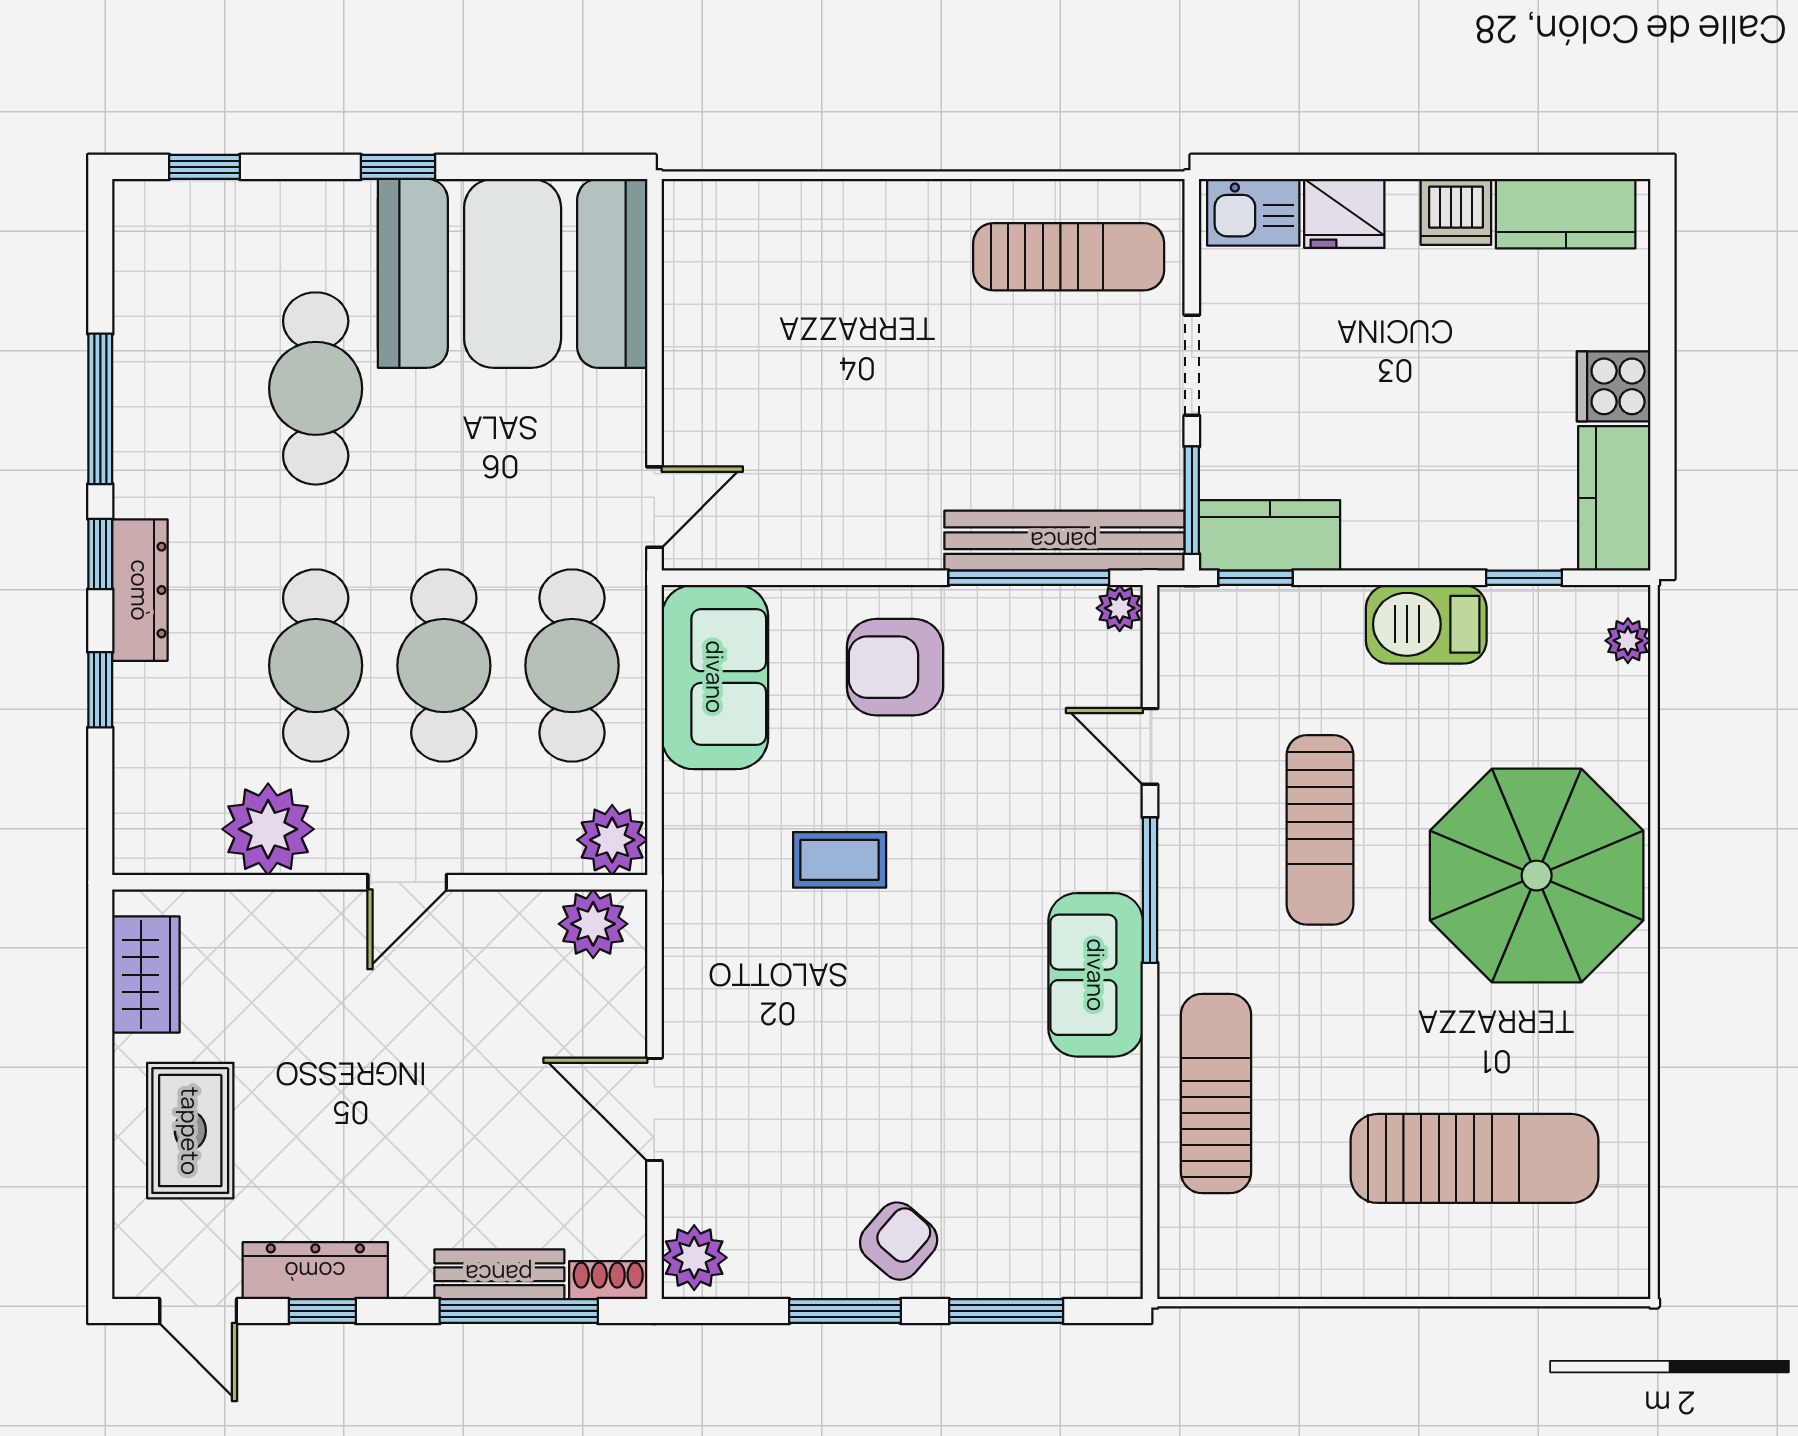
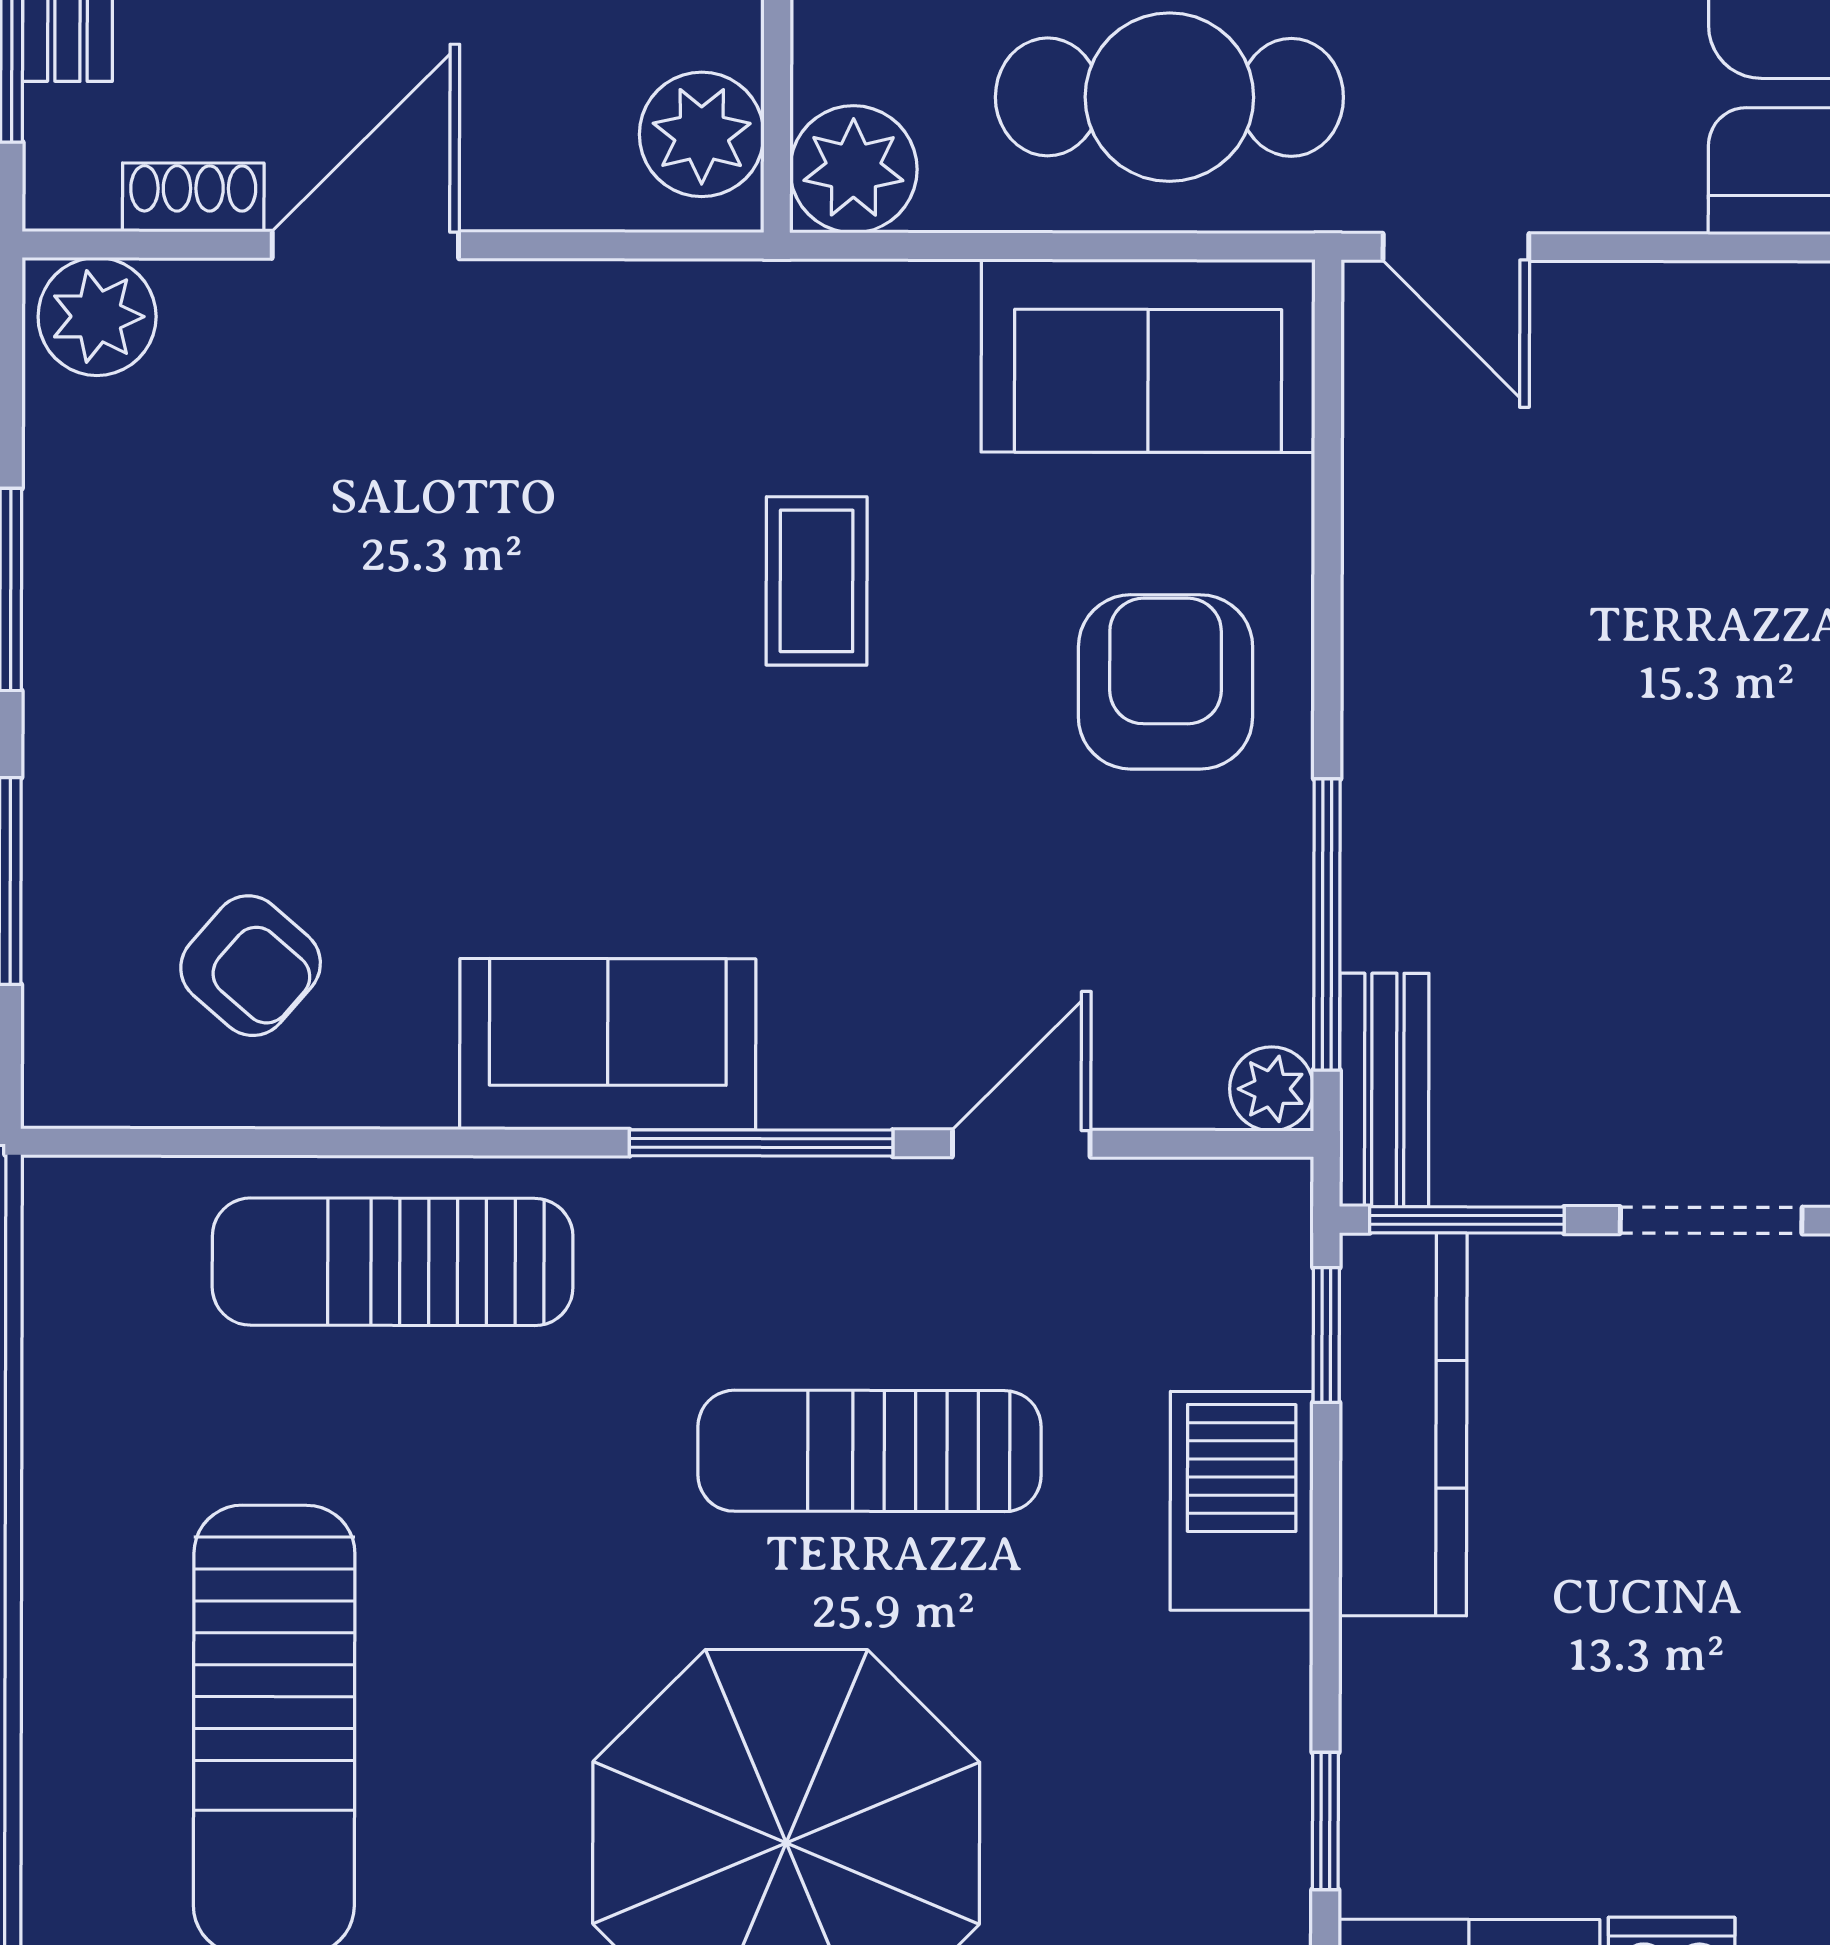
kitchen counter: (1270, 535) -> (1403, 1424), width x1.50
bench: (1064, 541) -> (1384, 1090), width x0.54, depth x0.82
barbecue: (1426, 624) -> (1242, 1501), moved
sun lounger: (1216, 1093) -> (393, 1262), turned 180
armchair: (899, 1241) -> (251, 966), moved
shoe rack: (608, 1280) -> (193, 197), moved, turned -90

